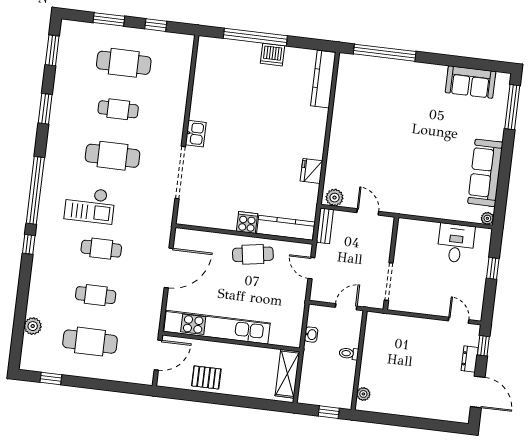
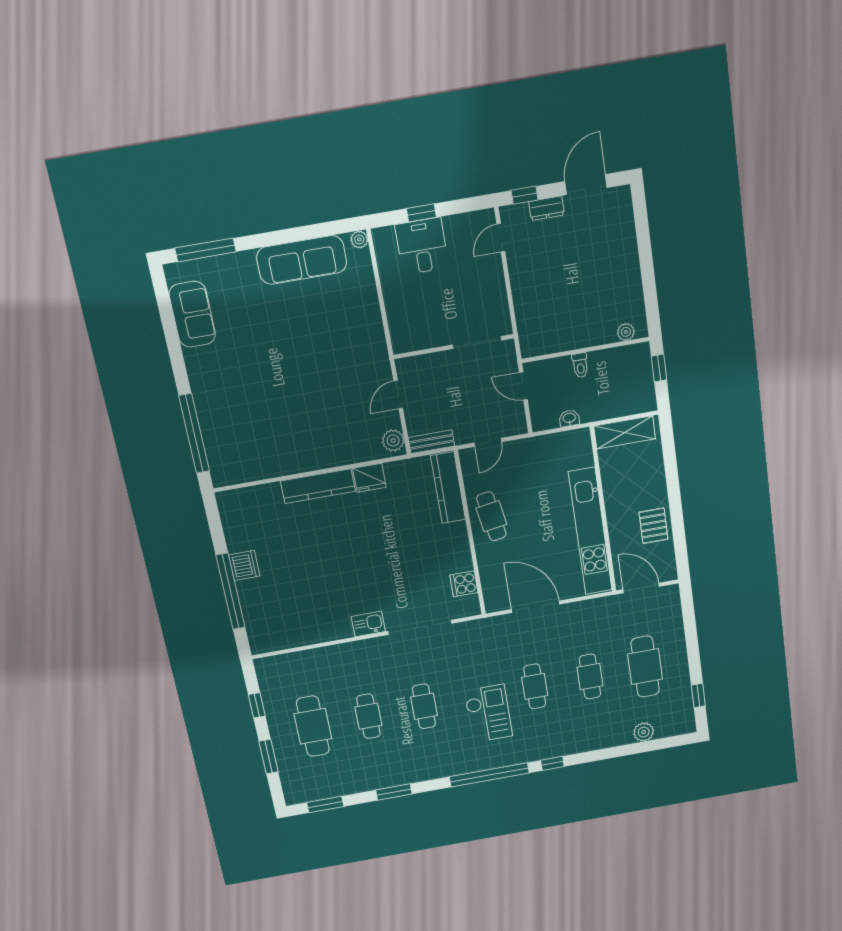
kitchen counter: (323, 79) -> (318, 486), moved
cafe table: (113, 156) -> (424, 706), width x0.73, depth x0.74
cooker: (247, 223) -> (464, 584), moved
desk: (456, 243) -> (422, 246), moved, turned 90

